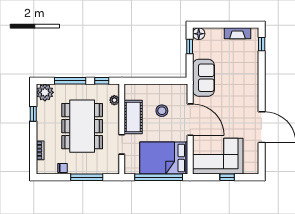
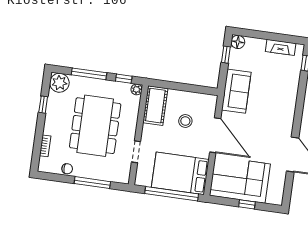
plant: (114, 100) -> (137, 89), moved
cot: (133, 117) -> (155, 106), moved

